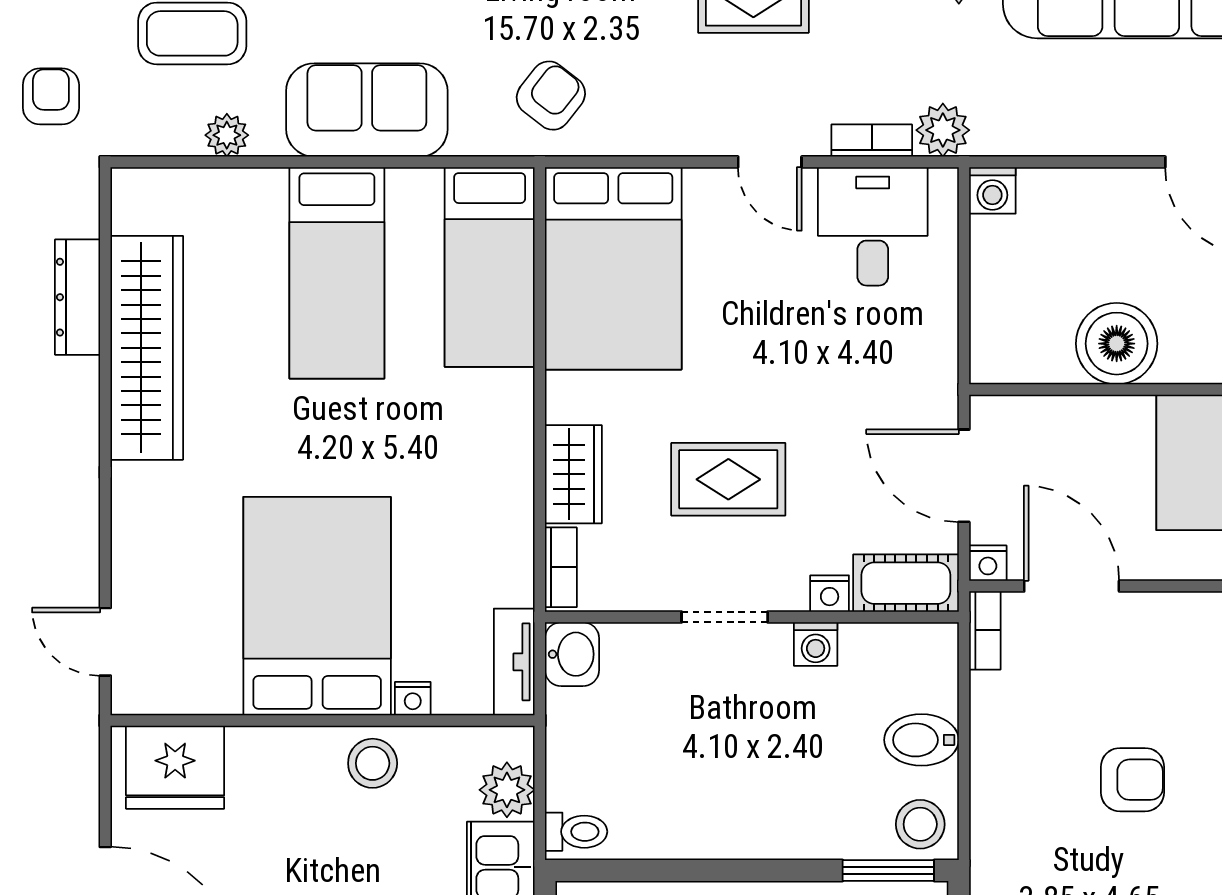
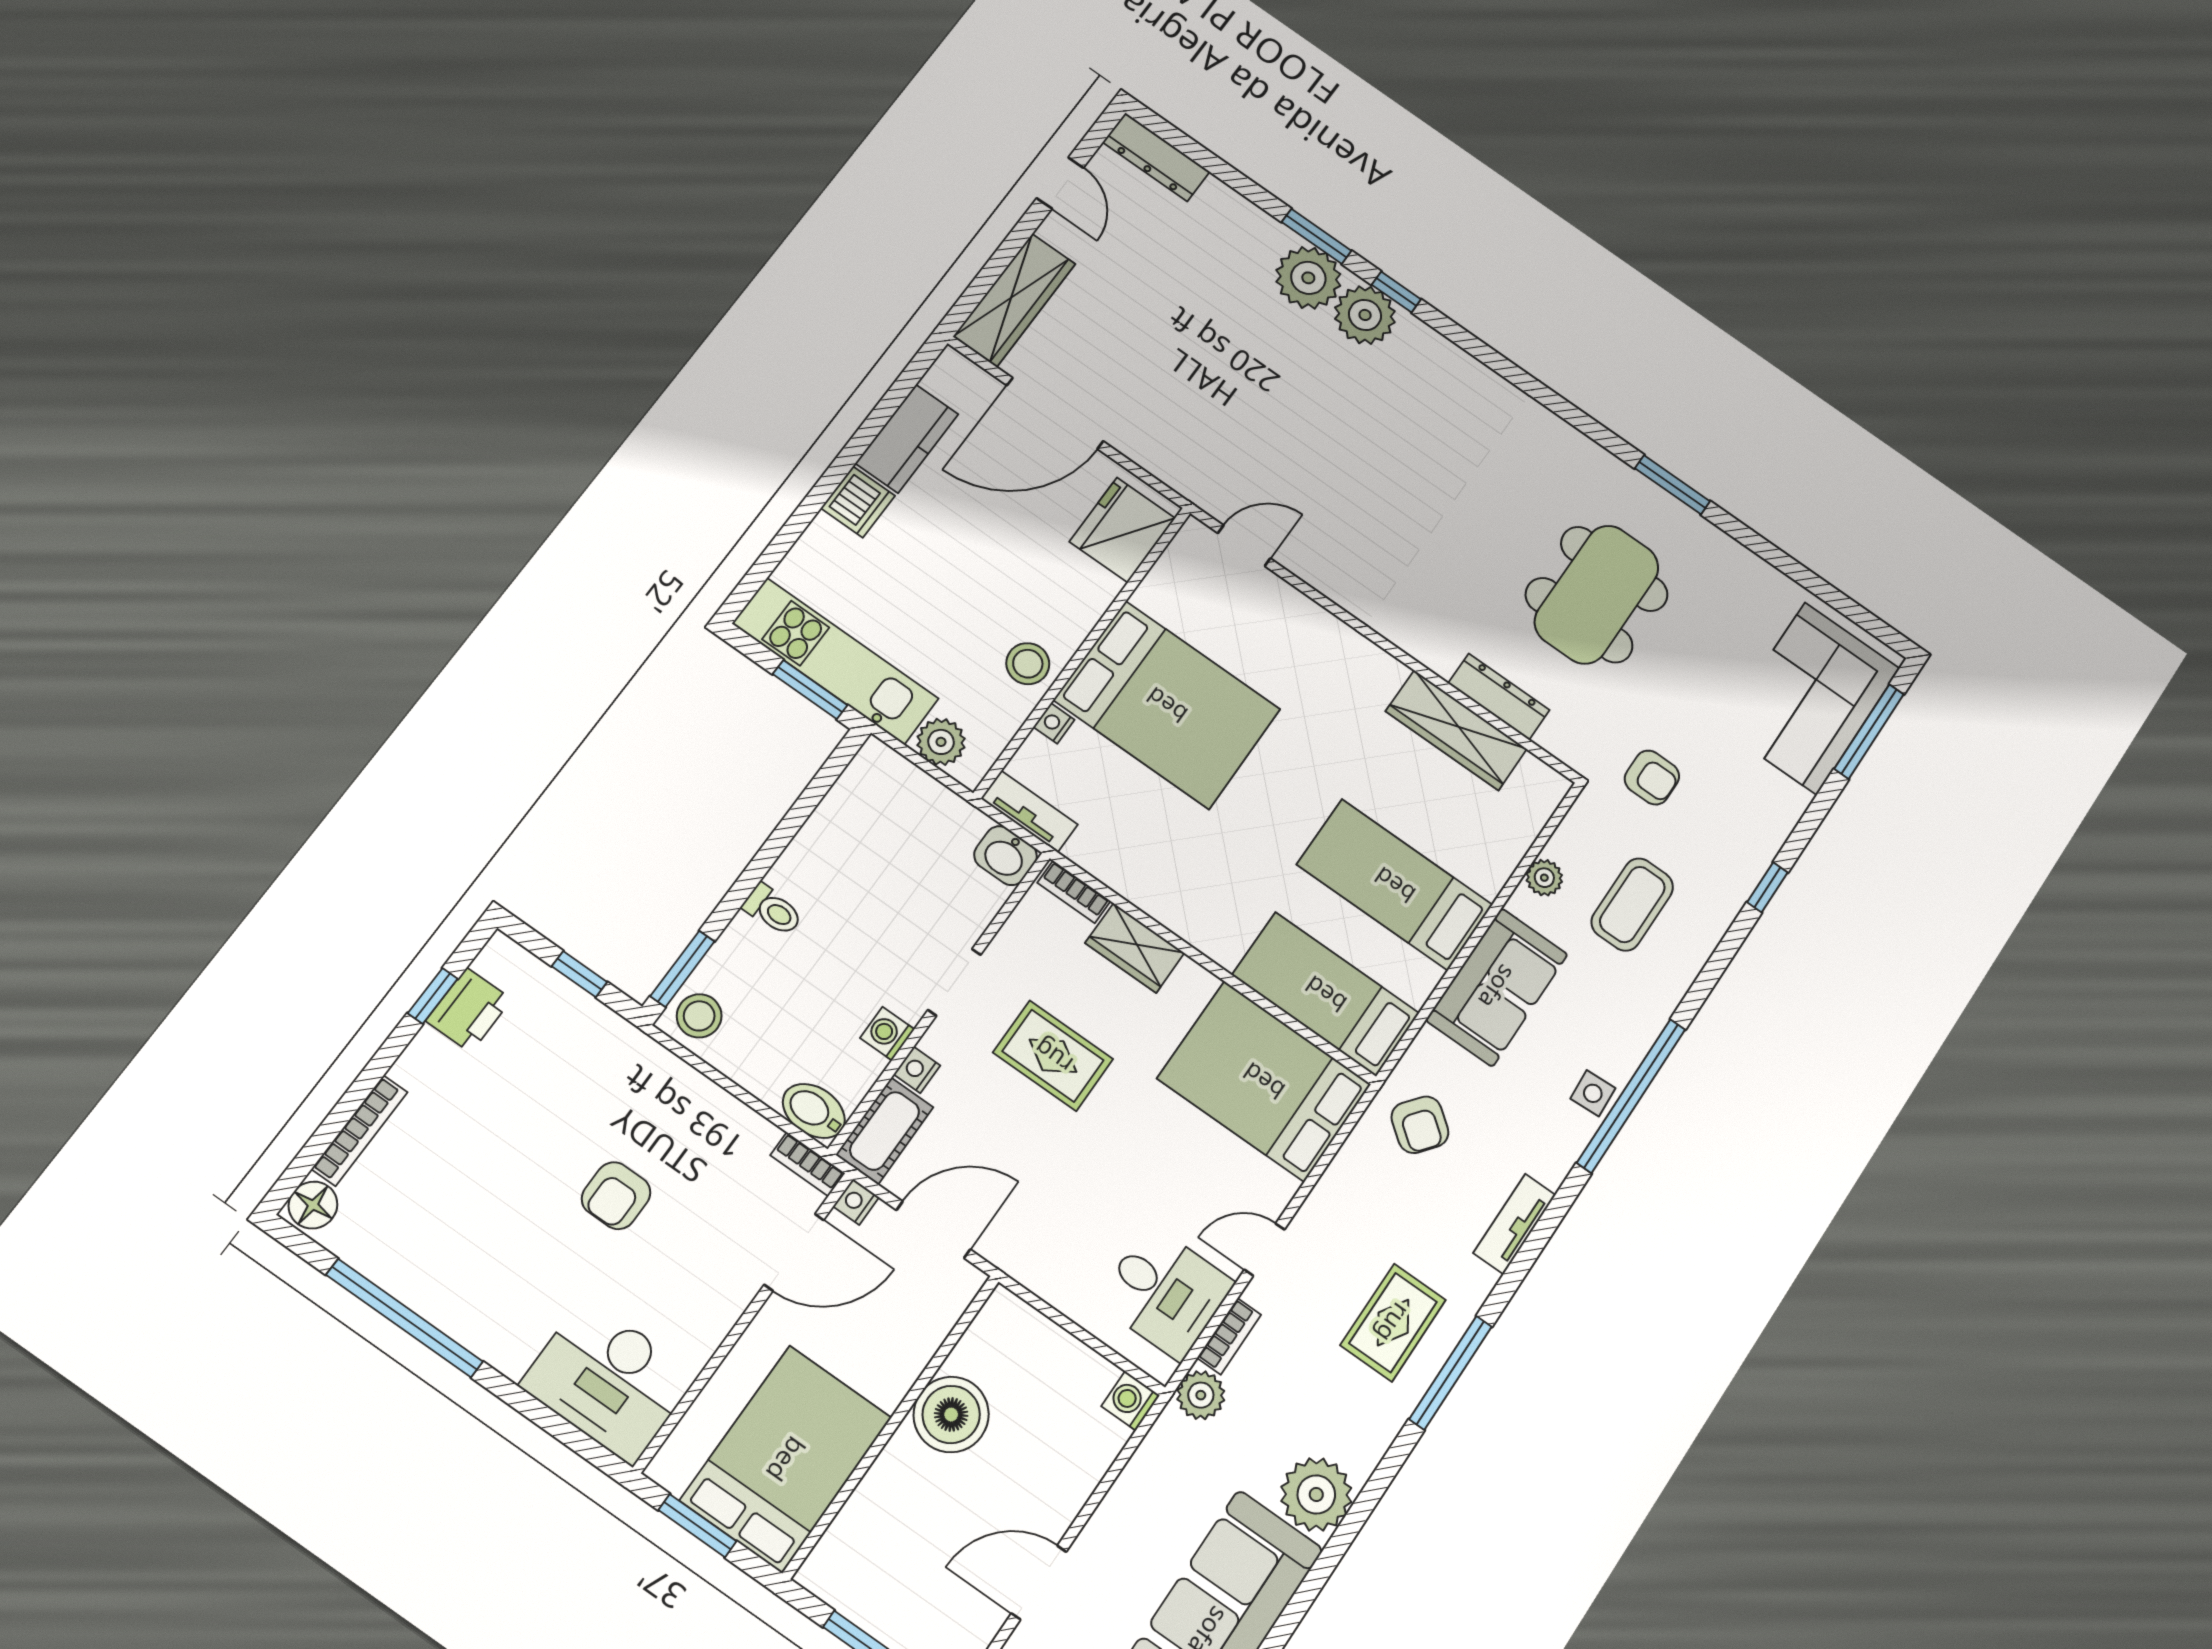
wardrobe: (147, 348) -> (1456, 730), width x0.71, depth x0.85
rug: (728, 479) -> (1053, 1056), turned 90
bidet: (921, 740) -> (814, 1111), moved, turned -90
toilet: (576, 832) -> (773, 910), moved, turned -90

